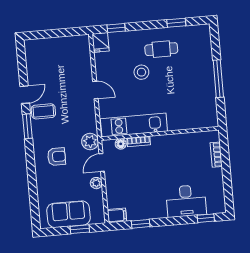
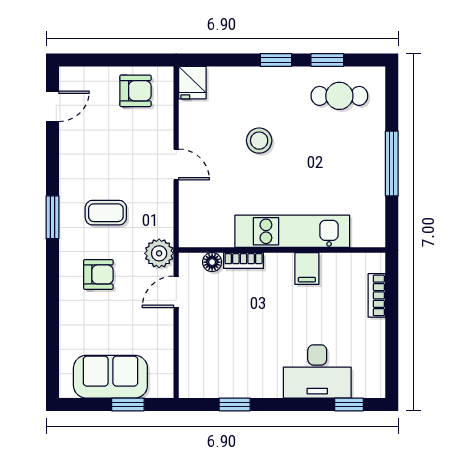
window: (116, 28) -> (276, 60), moved
cafe table: (161, 49) -> (339, 96), moved
armchair: (68, 50) -> (135, 91), added
door: (25, 95) -> (52, 106), moved
coffee table: (43, 111) -> (106, 213), moved
kitchen unit: (134, 125) -> (292, 231), moved
plant: (96, 183) -> (164, 327), removed
filing cabinet: (117, 215) -> (307, 268), moved, turned 90

